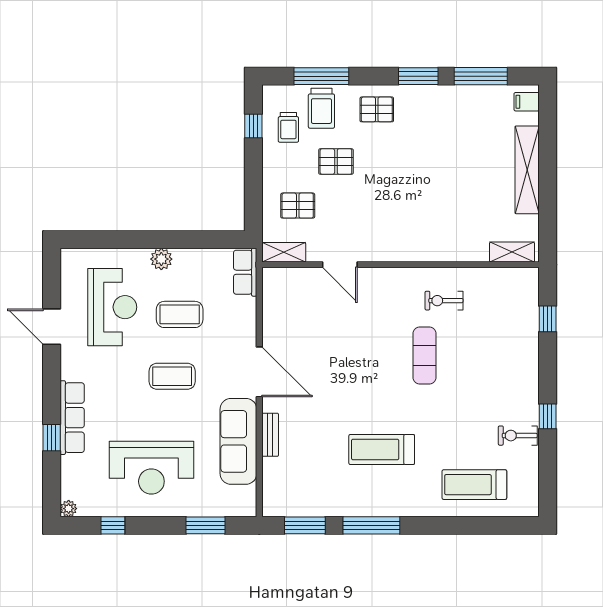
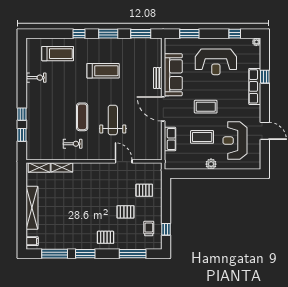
trolley: (321, 108) -> (133, 238), removed
shelving: (284, 252) -> (62, 167), moved
row of seats: (245, 272) -> (170, 139), moved
weight bench: (362, 349) -> (113, 120), added
window: (548, 416) -> (22, 114), moved
reception desk: (151, 468) -> (216, 62), turned 180
window: (371, 525) -> (108, 34), width x0.69
window: (431, 525) -> (79, 34), added

